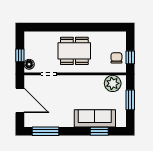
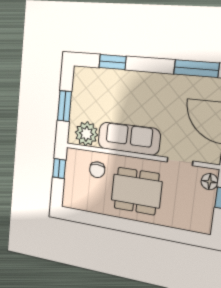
chair: (116, 58) -> (97, 170), moved
sofa: (95, 118) -> (129, 139), moved, turned 180

